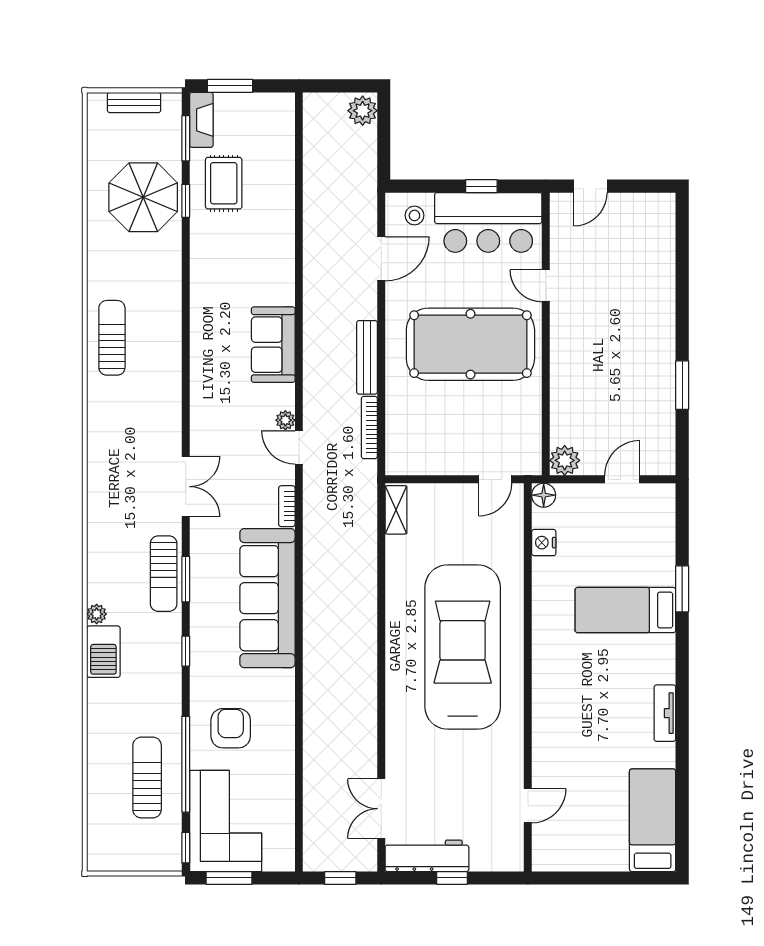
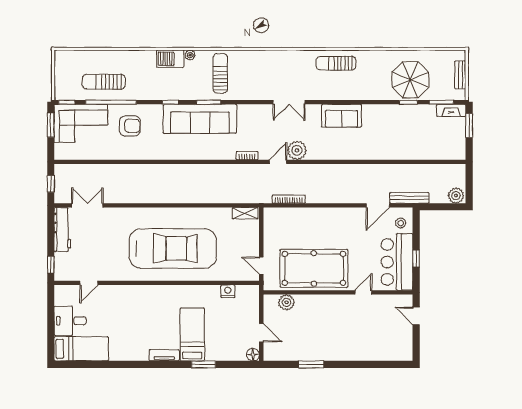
rug: (224, 183) -> (418, 122), removed
door: (381, 259) -> (378, 205), hinge flipped
sun lounger: (112, 338) -> (336, 63), turned 180
pool table: (470, 344) -> (314, 268), moved, turned 90
sofa: (273, 345) -> (341, 116), moved, turned 180
bench: (367, 357) -> (409, 198), moved
plant: (285, 420) -> (297, 150), width x1.87, depth x1.87
plant: (565, 460) -> (286, 302), moved
double door: (186, 487) -> (289, 102), moved
floor lamp: (544, 495) -> (253, 355), moved
sun lounger: (164, 574) -> (220, 73), moved, turned 90
sofa: (267, 598) -> (200, 119), moved, turned 180
tv unit: (665, 713) -> (164, 355), moved
sun lounger: (147, 778) -> (104, 82), turned 180
door: (528, 806) -> (89, 283), hinge flipped
desk: (599, 841) -> (70, 321), added
window: (452, 878) -> (51, 265), moved

